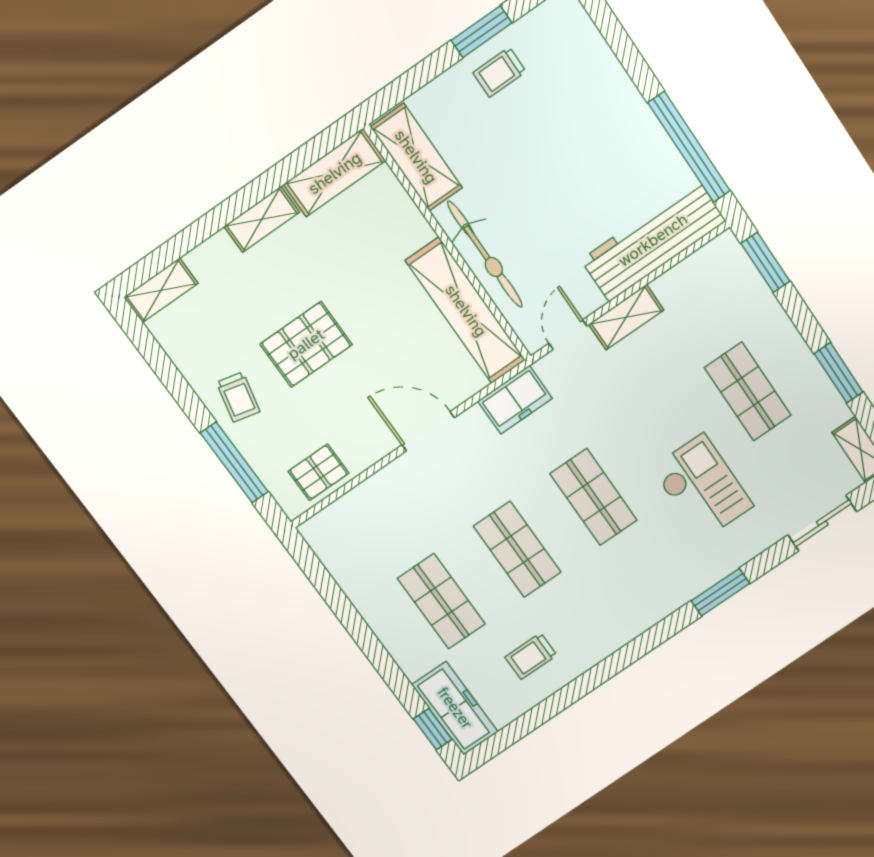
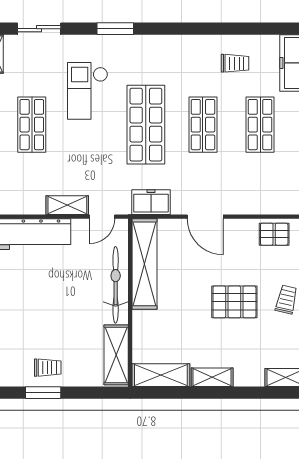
shop shelf: (594, 497) -> (146, 125), width x1.43, depth x1.36

